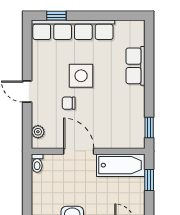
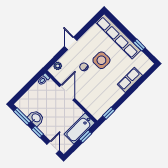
window: (56, 16) -> (139, 45), moved
bathtub: (121, 165) -> (79, 128), moved, turned 90

